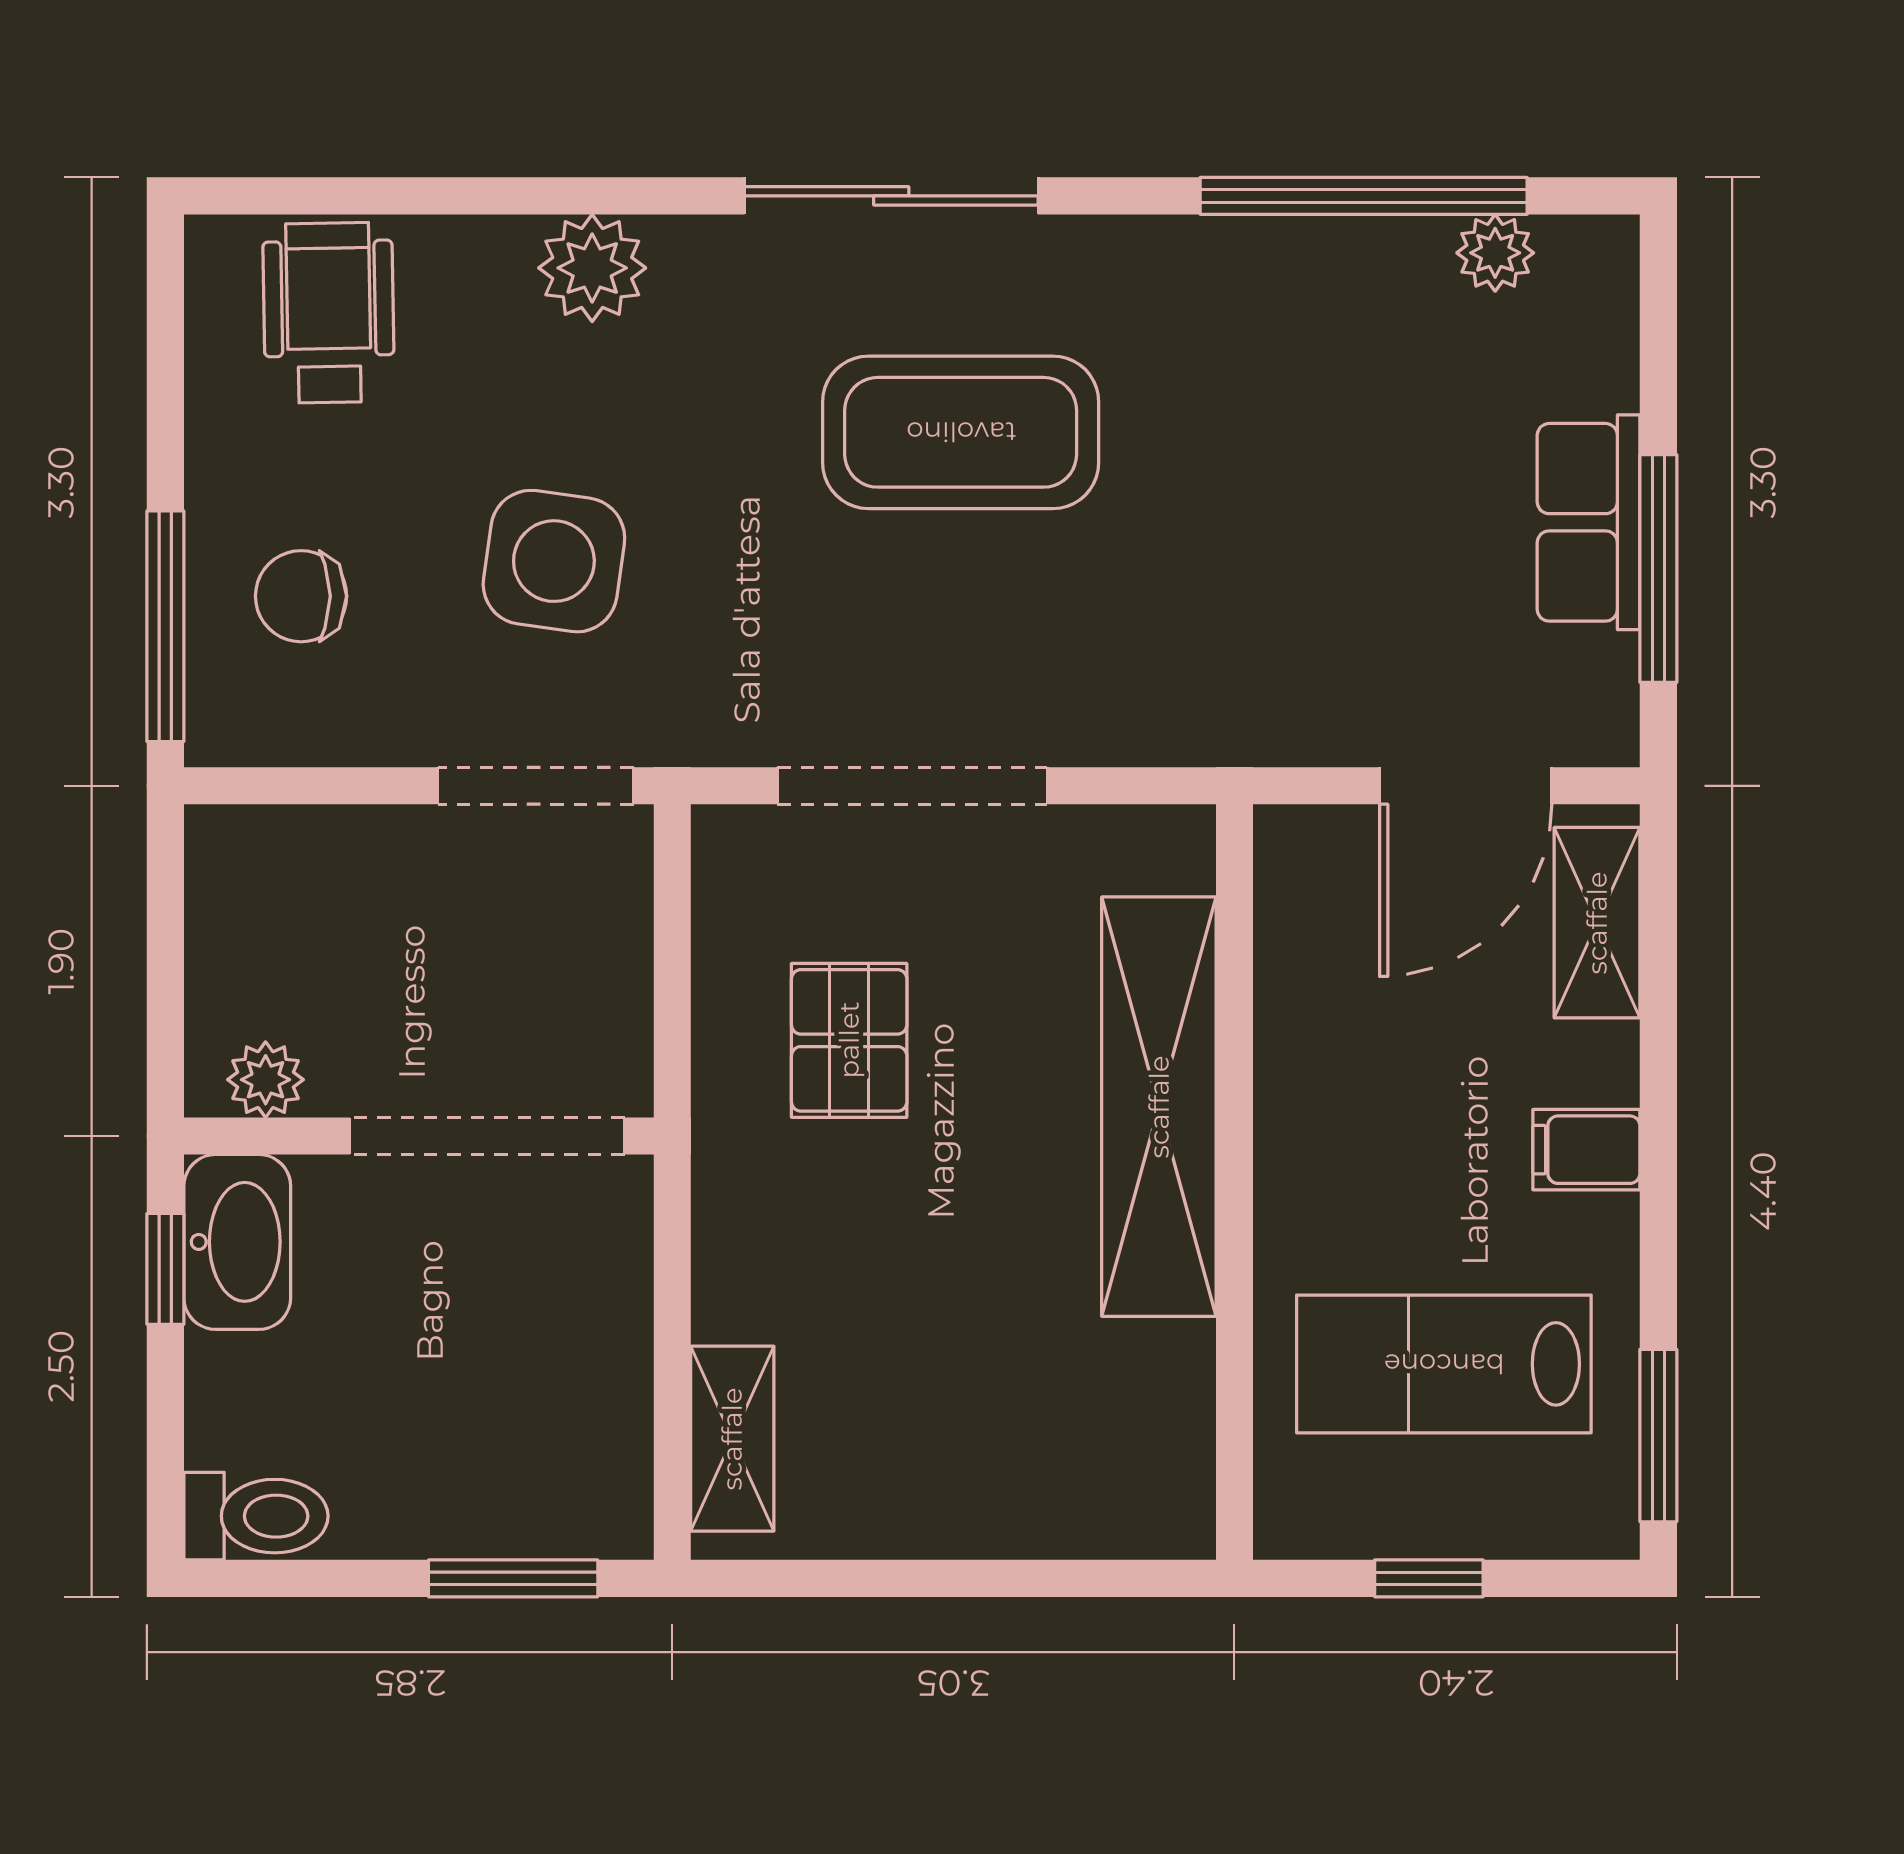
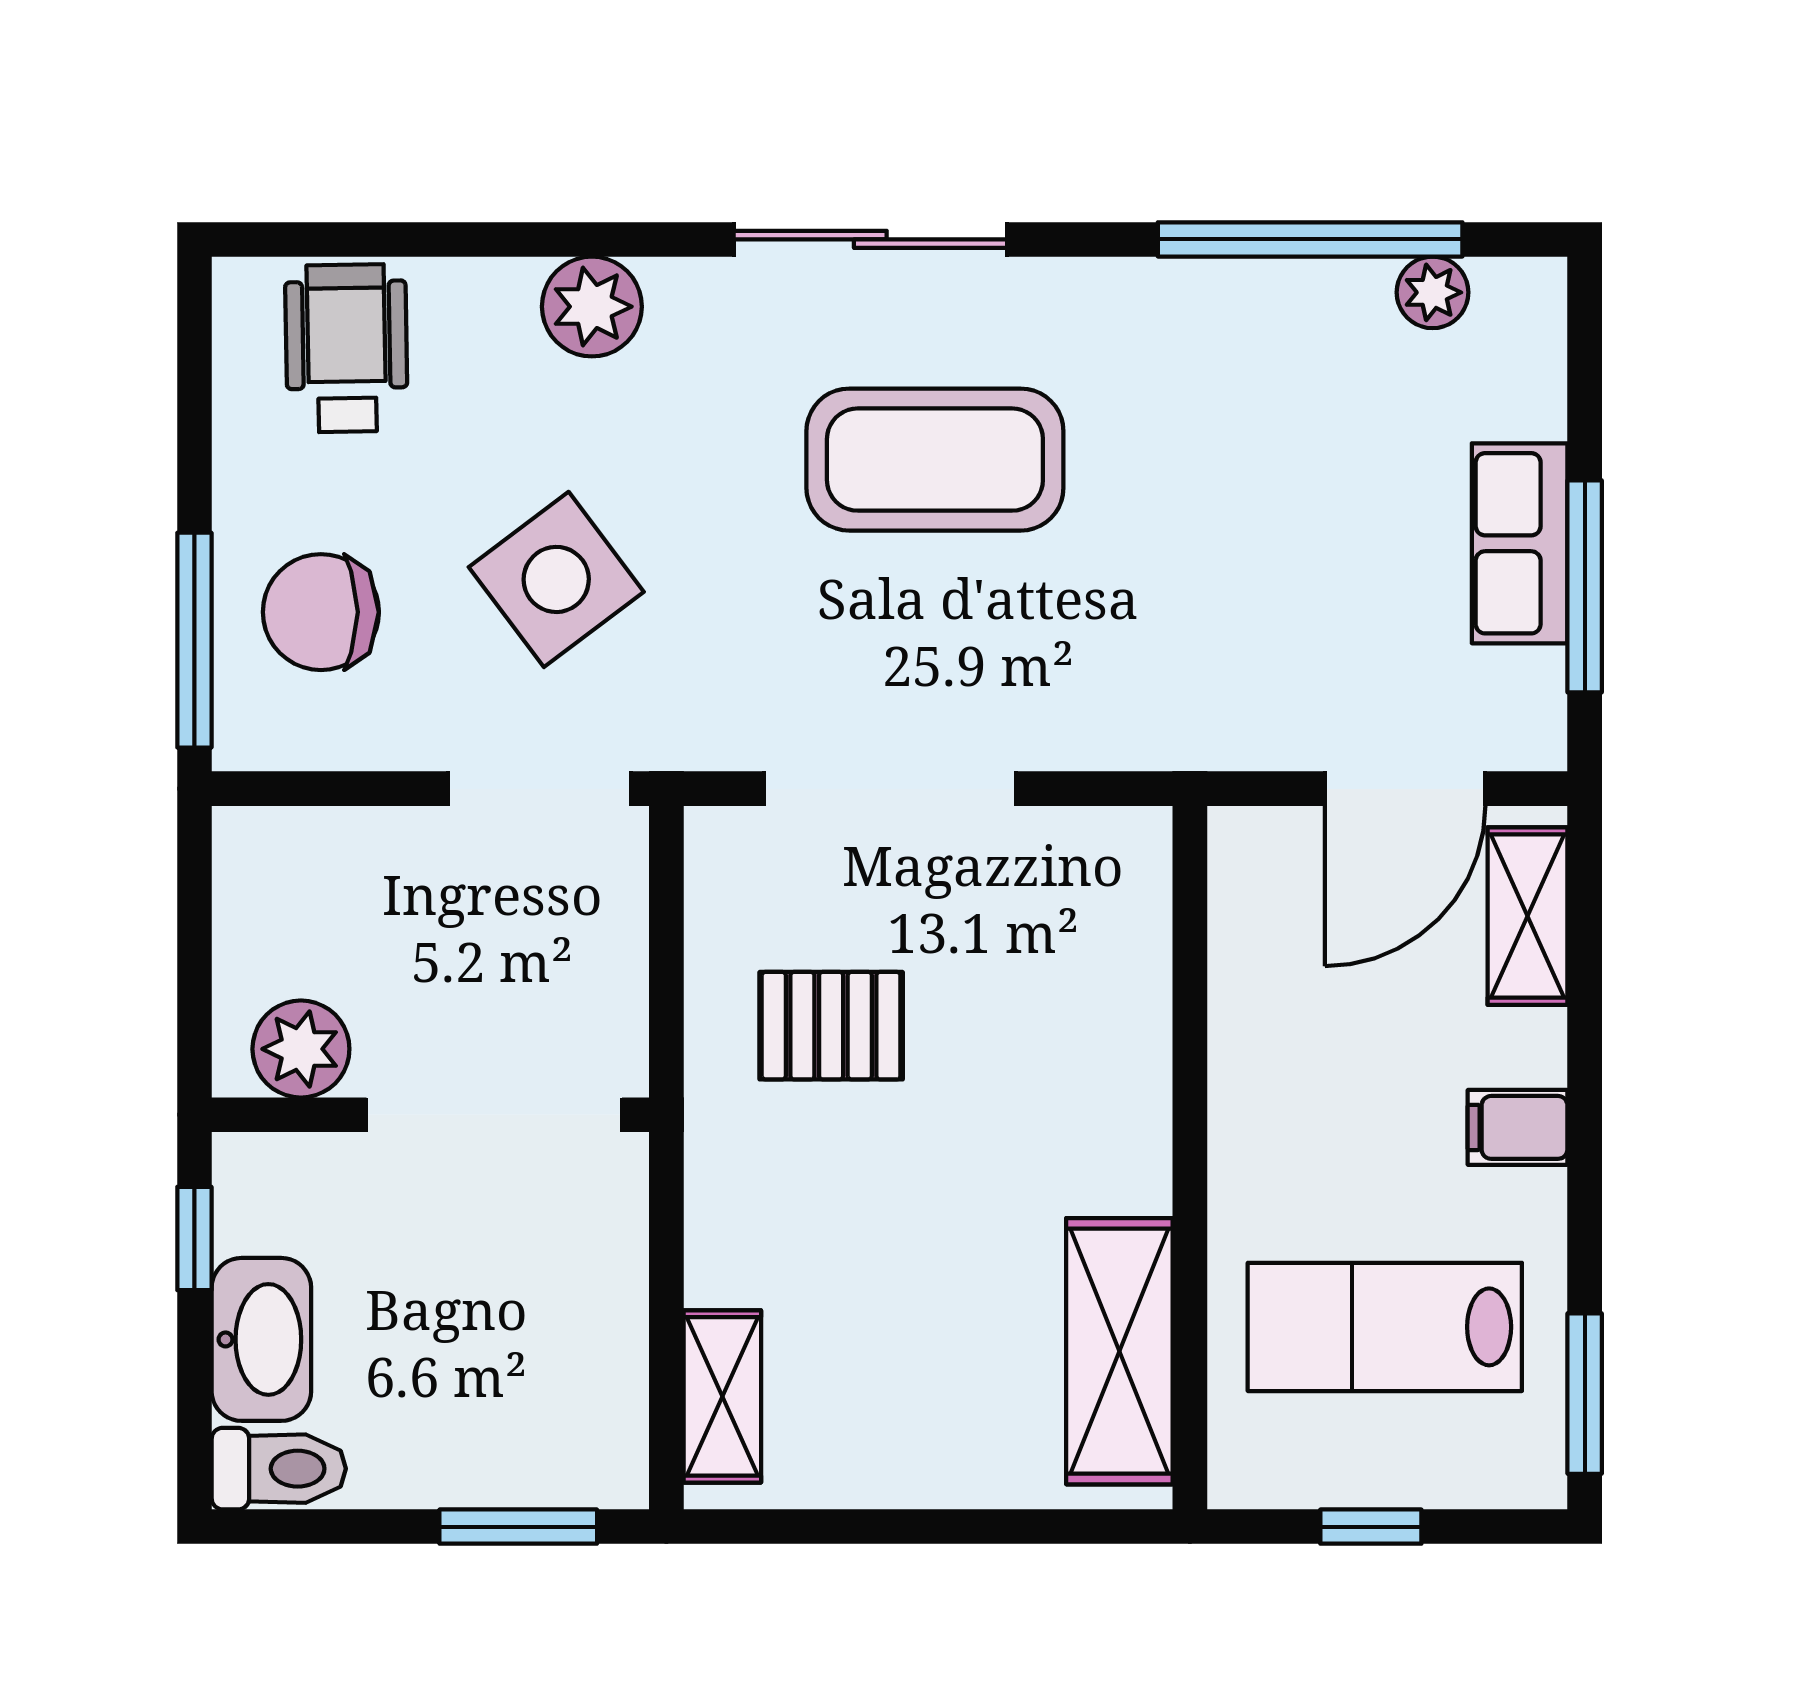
side table: (554, 561) -> (556, 579), turned 45
chair: (301, 596) -> (321, 612), width x1.37, depth x1.37
pallet: (849, 1040) -> (831, 1026), turned 90
plant: (266, 1080) -> (301, 1049), width x1.38, depth x1.38
shelving: (1159, 1107) -> (1119, 1351), moved, width x0.68
washbasin: (237, 1242) -> (261, 1339), moved

